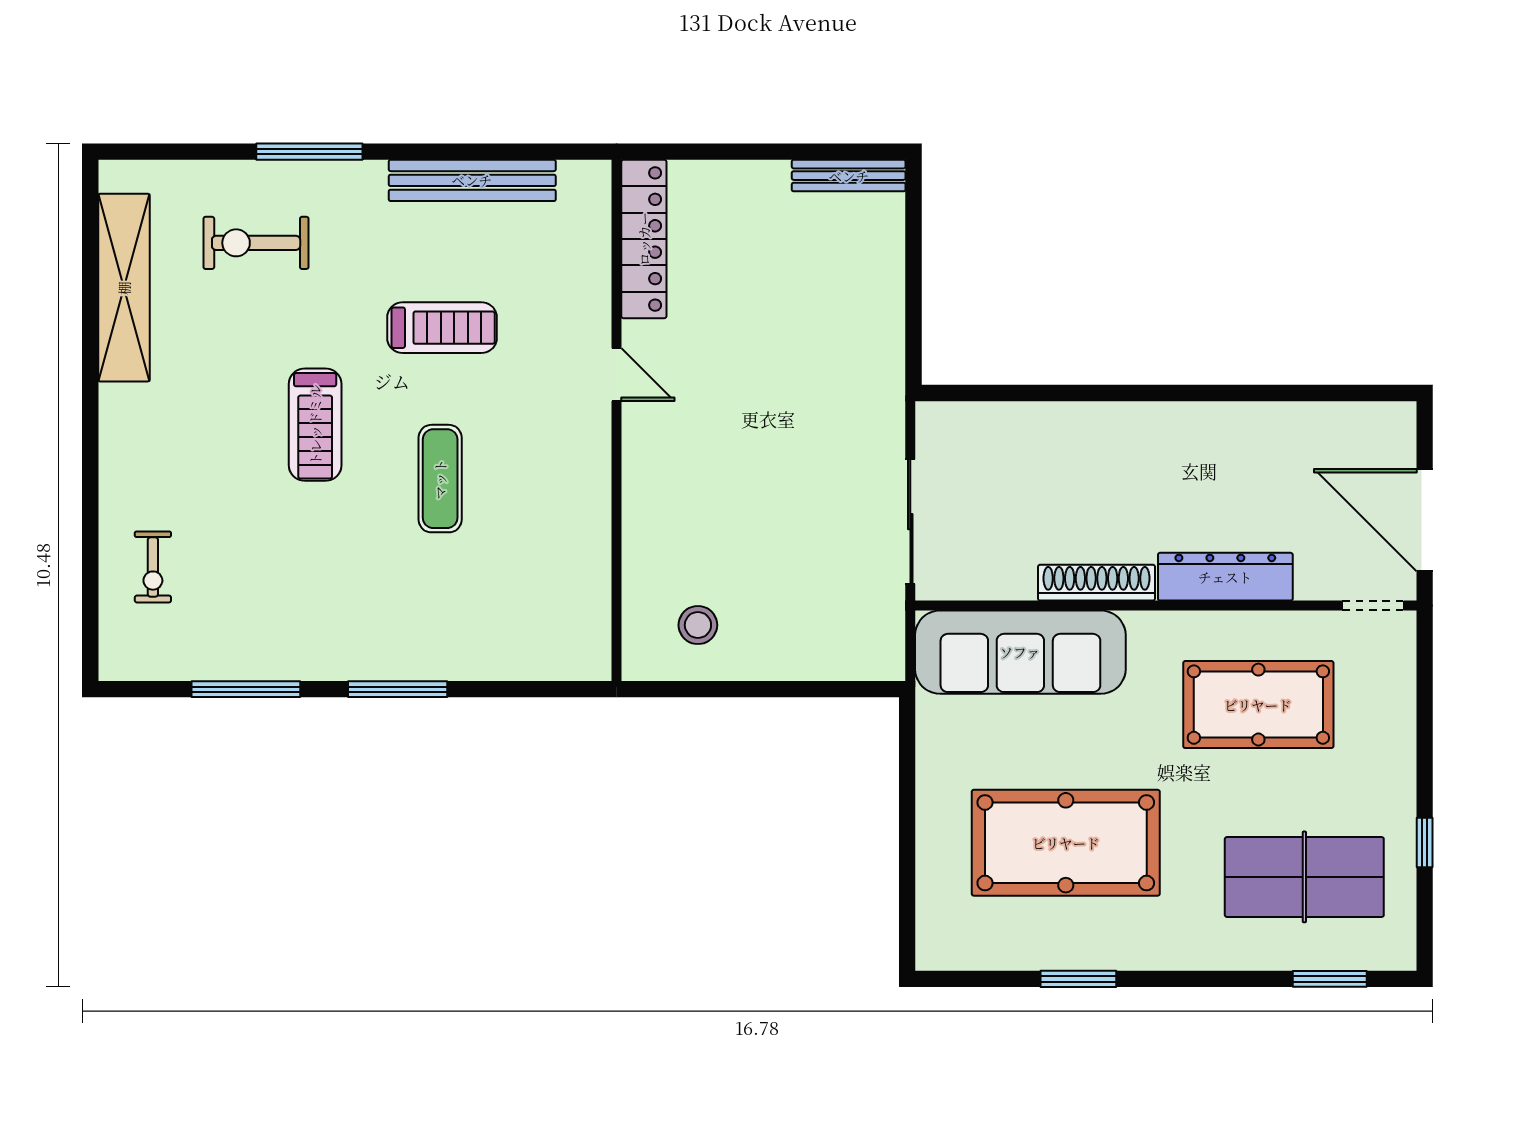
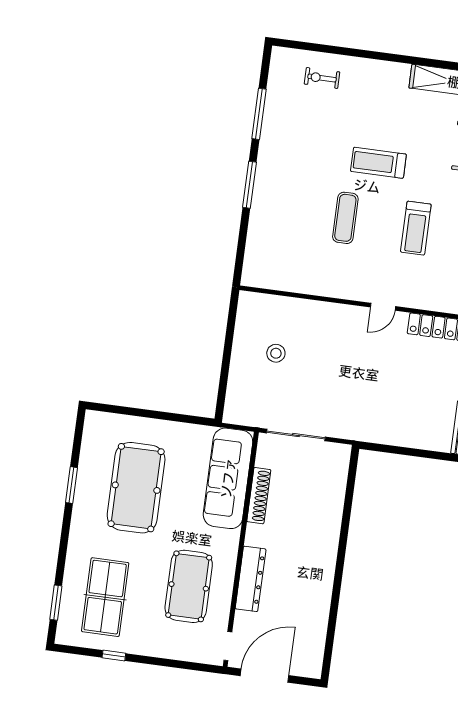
exercise mat: (440, 479) -> (345, 218), turned 90
shoe rack: (1097, 583) -> (259, 496), moved
stool: (698, 625) -> (276, 353), moved

